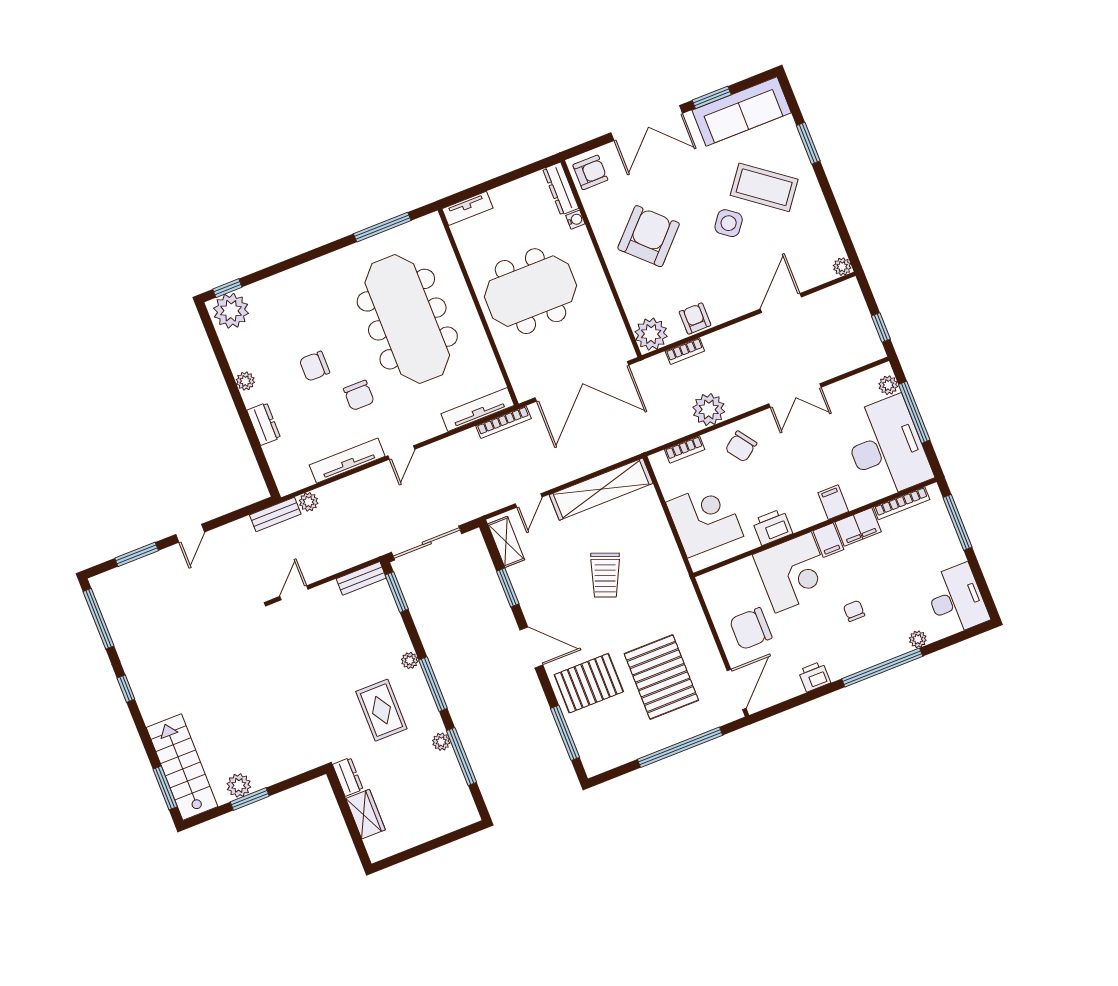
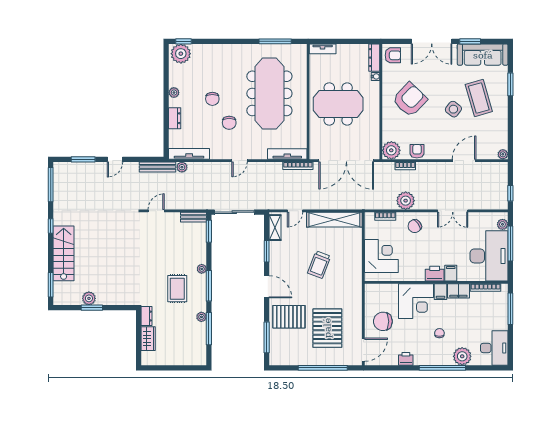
coffee table: (764, 187) -> (479, 98), turned 37
chair: (314, 366) -> (212, 99), turned -90
tv unit: (347, 461) -> (189, 154), moved
bench: (275, 515) -> (157, 167), width x1.36
printer: (772, 527) -> (435, 274), moved
plant: (918, 639) -> (462, 356), width x1.88, depth x1.88
stairs: (182, 767) -> (64, 253), moved

